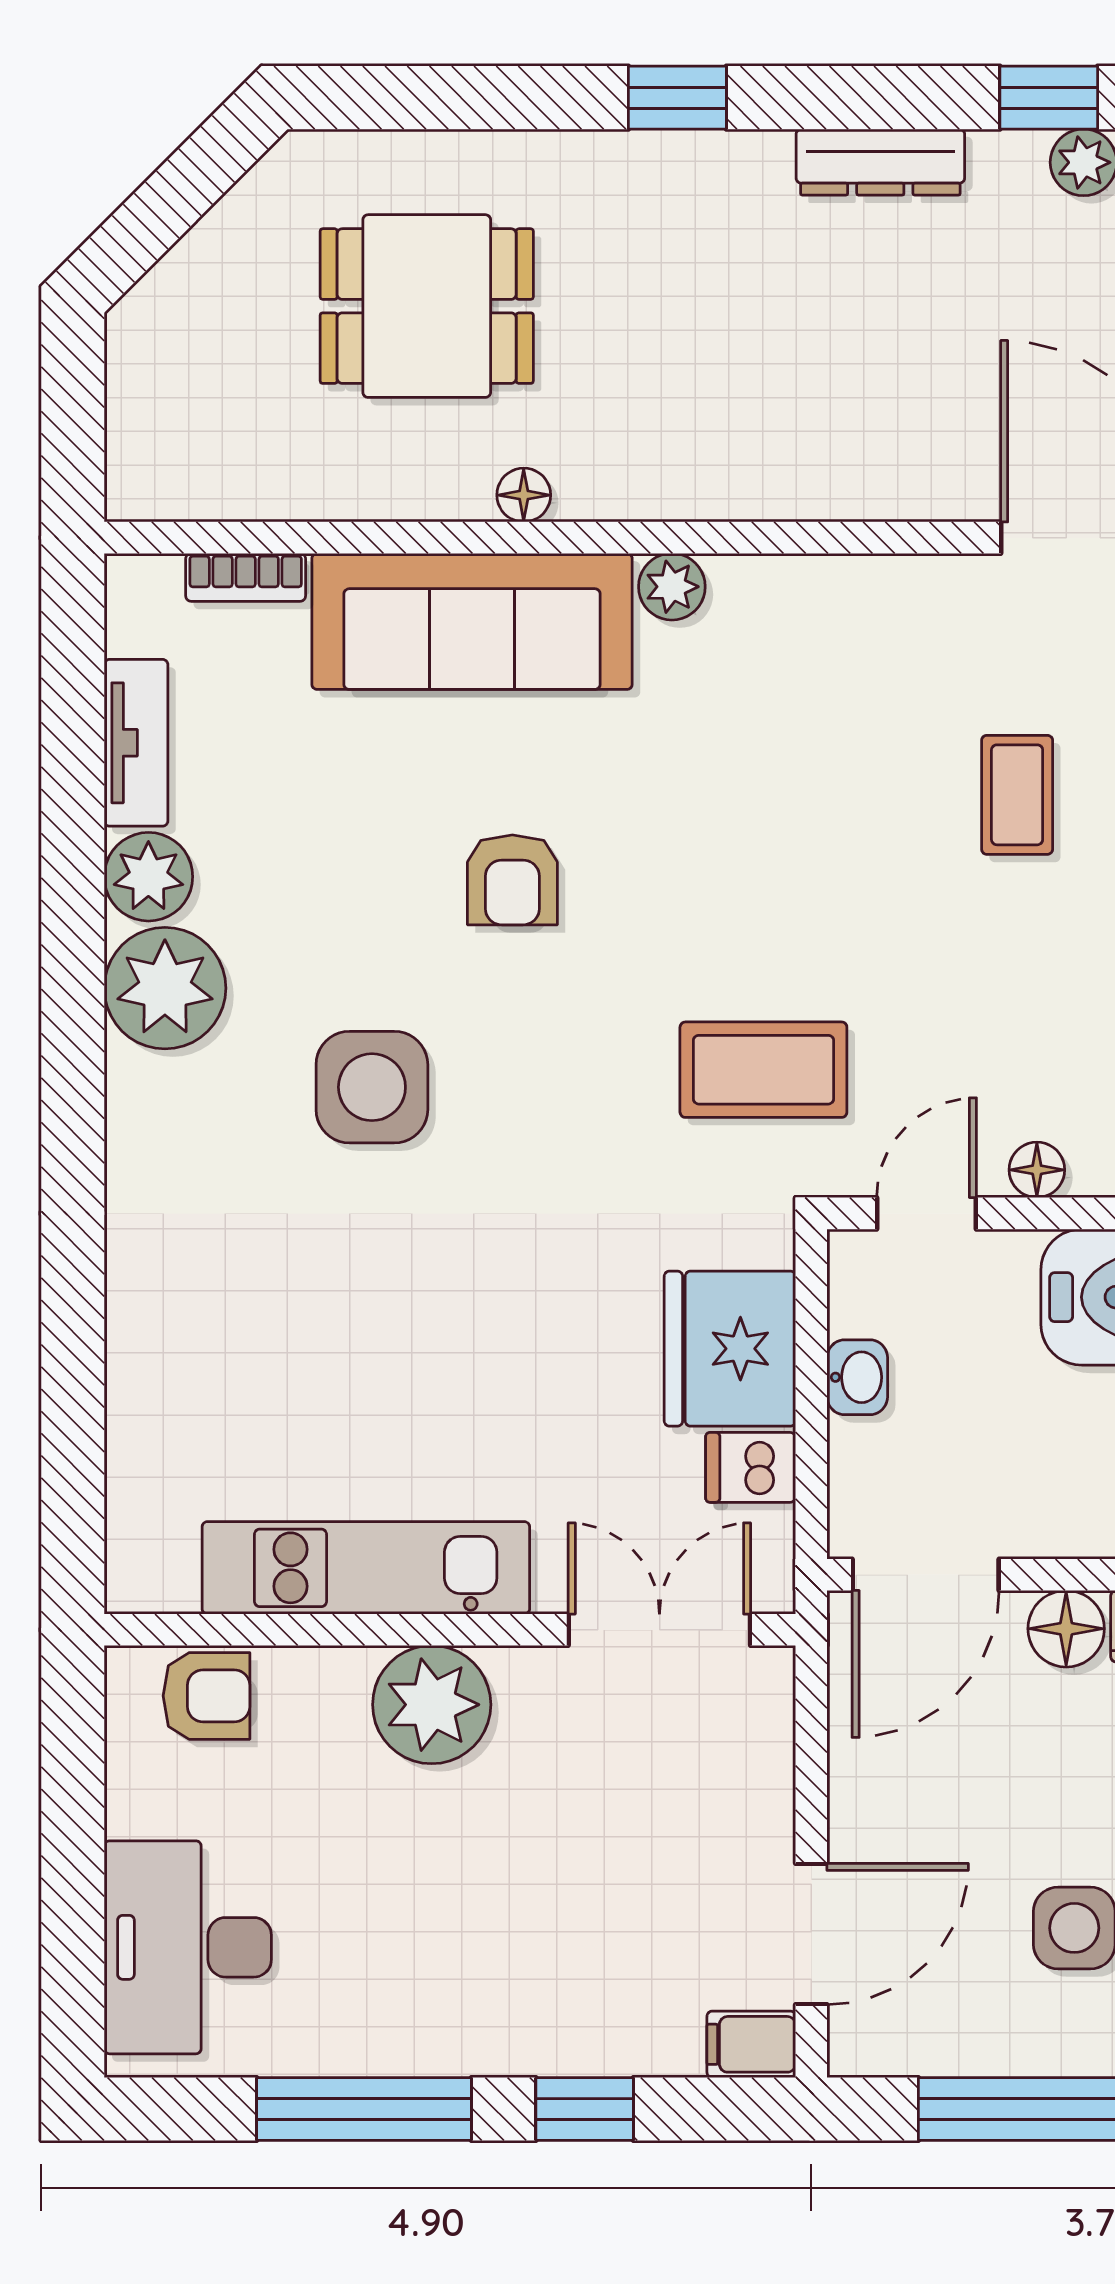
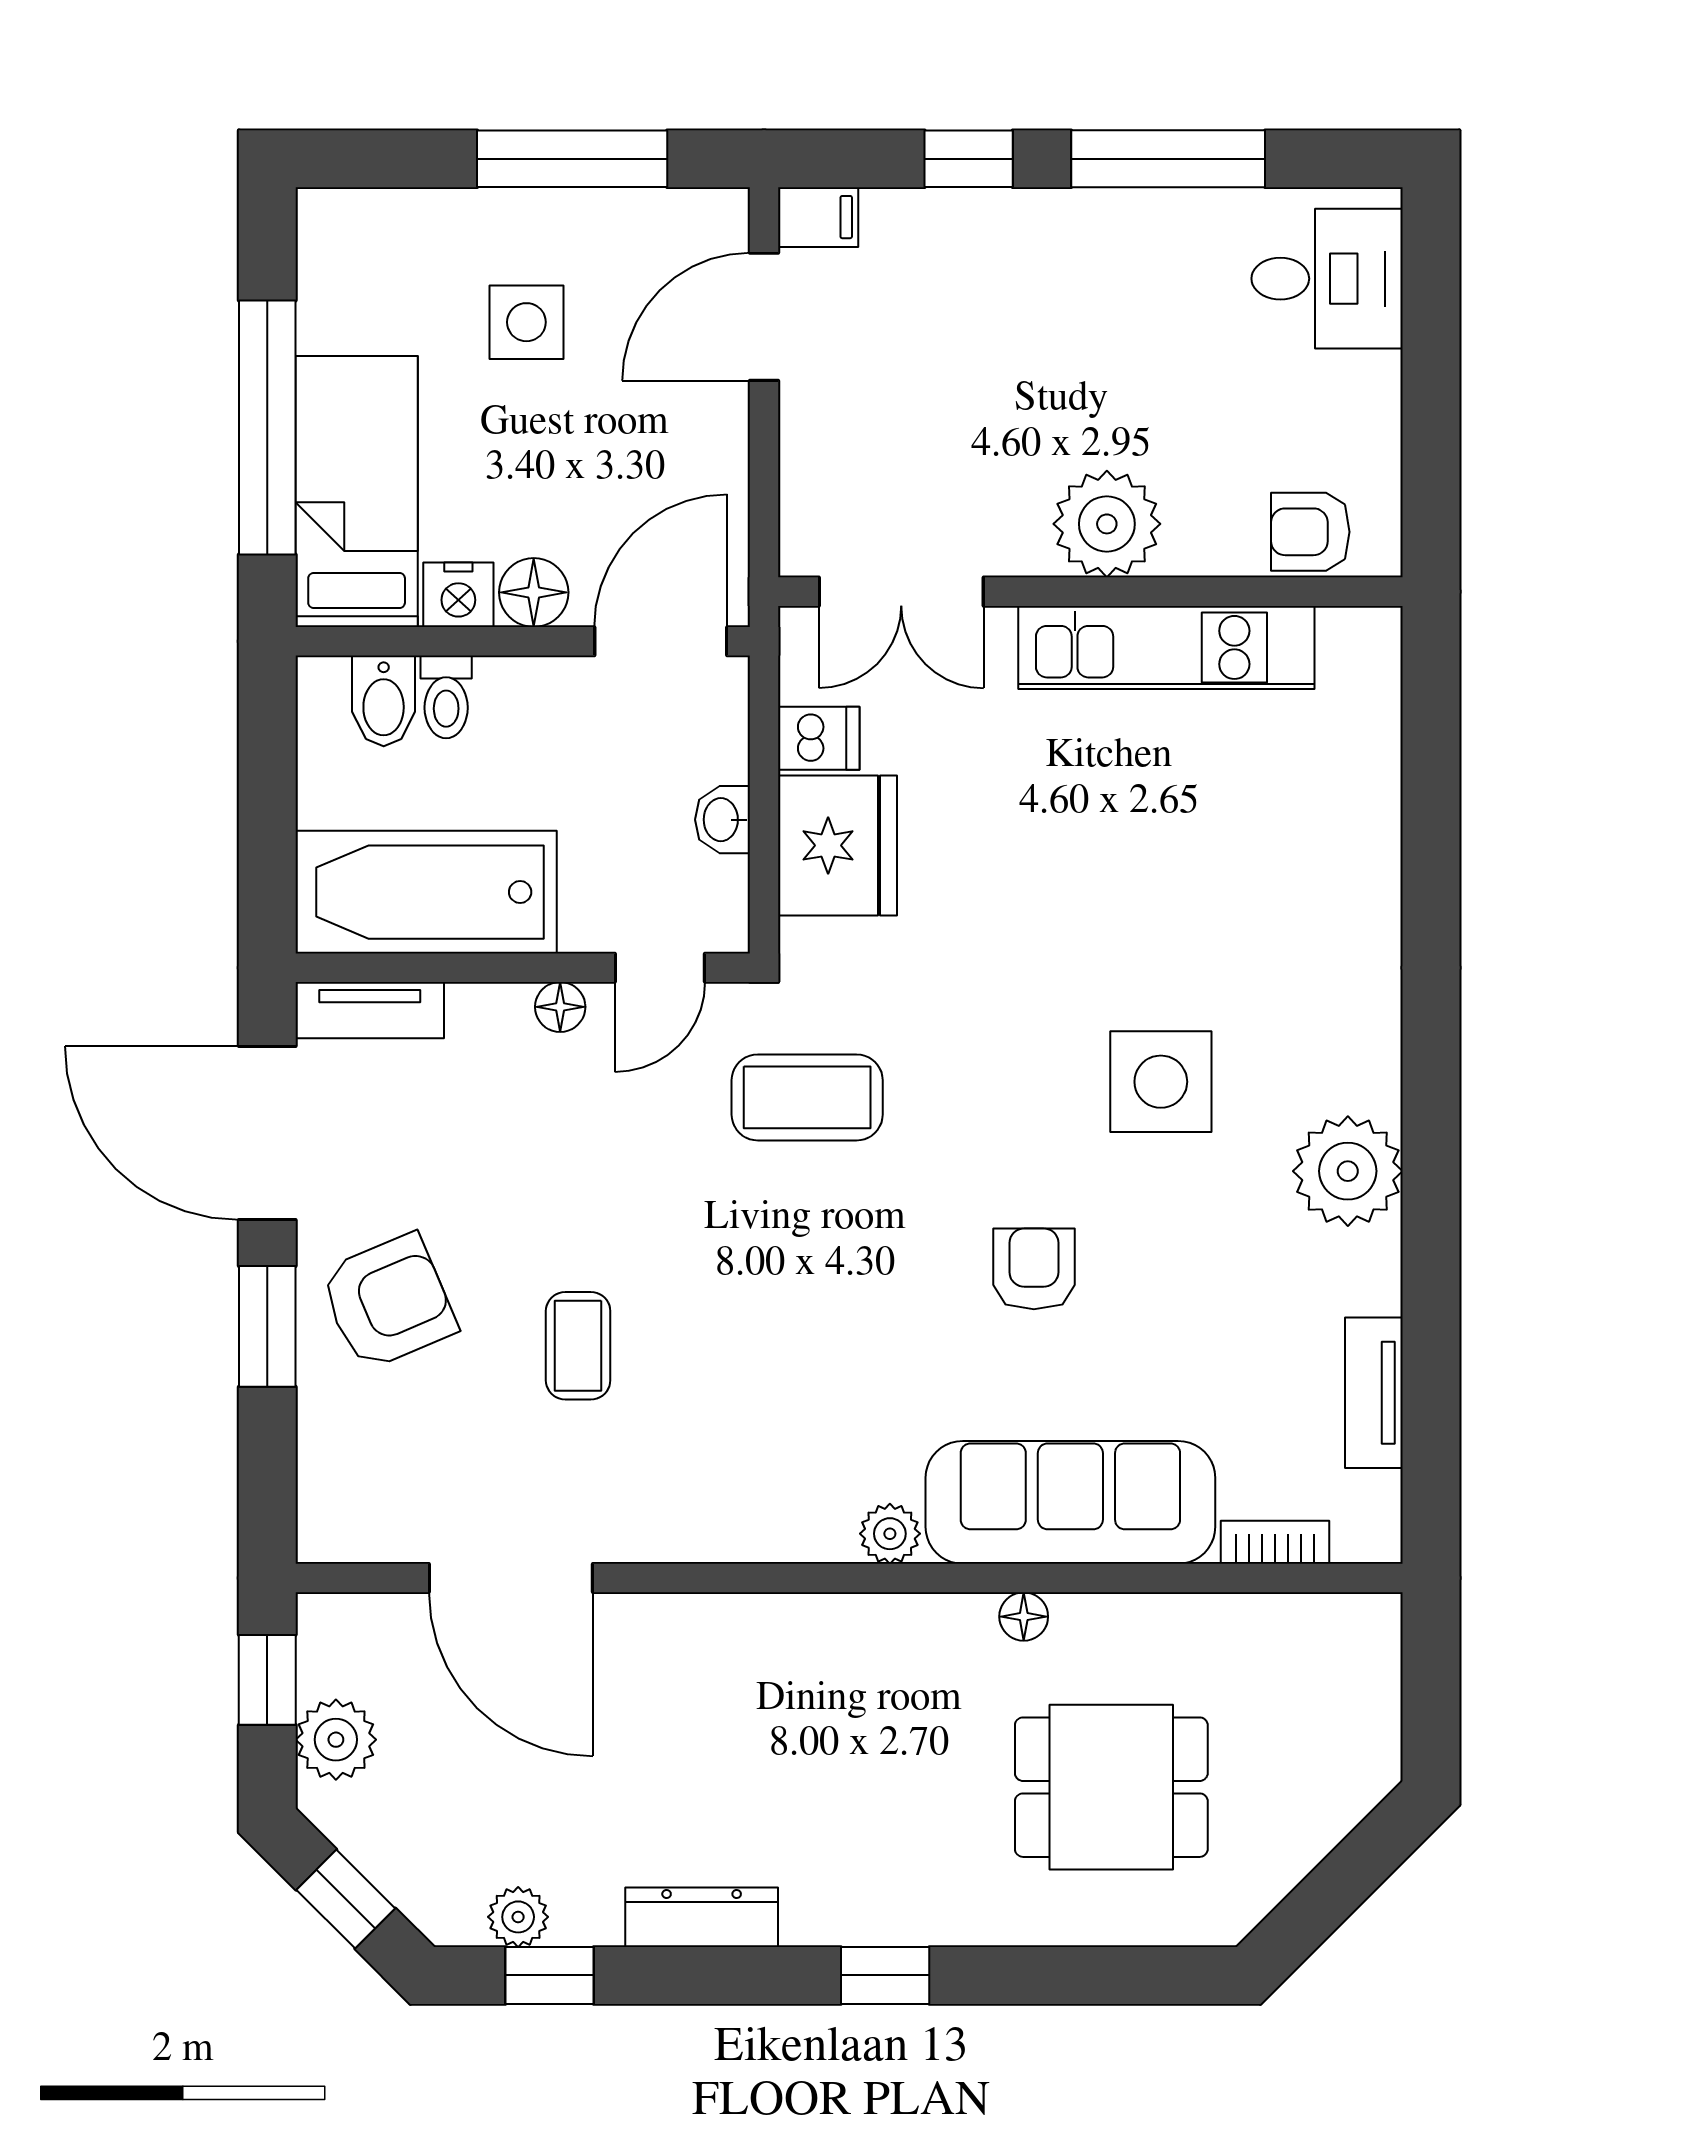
plant: (148, 877) -> (1363, 1272), removed
desk: (188, 1947) -> (1327, 279), width x0.73

